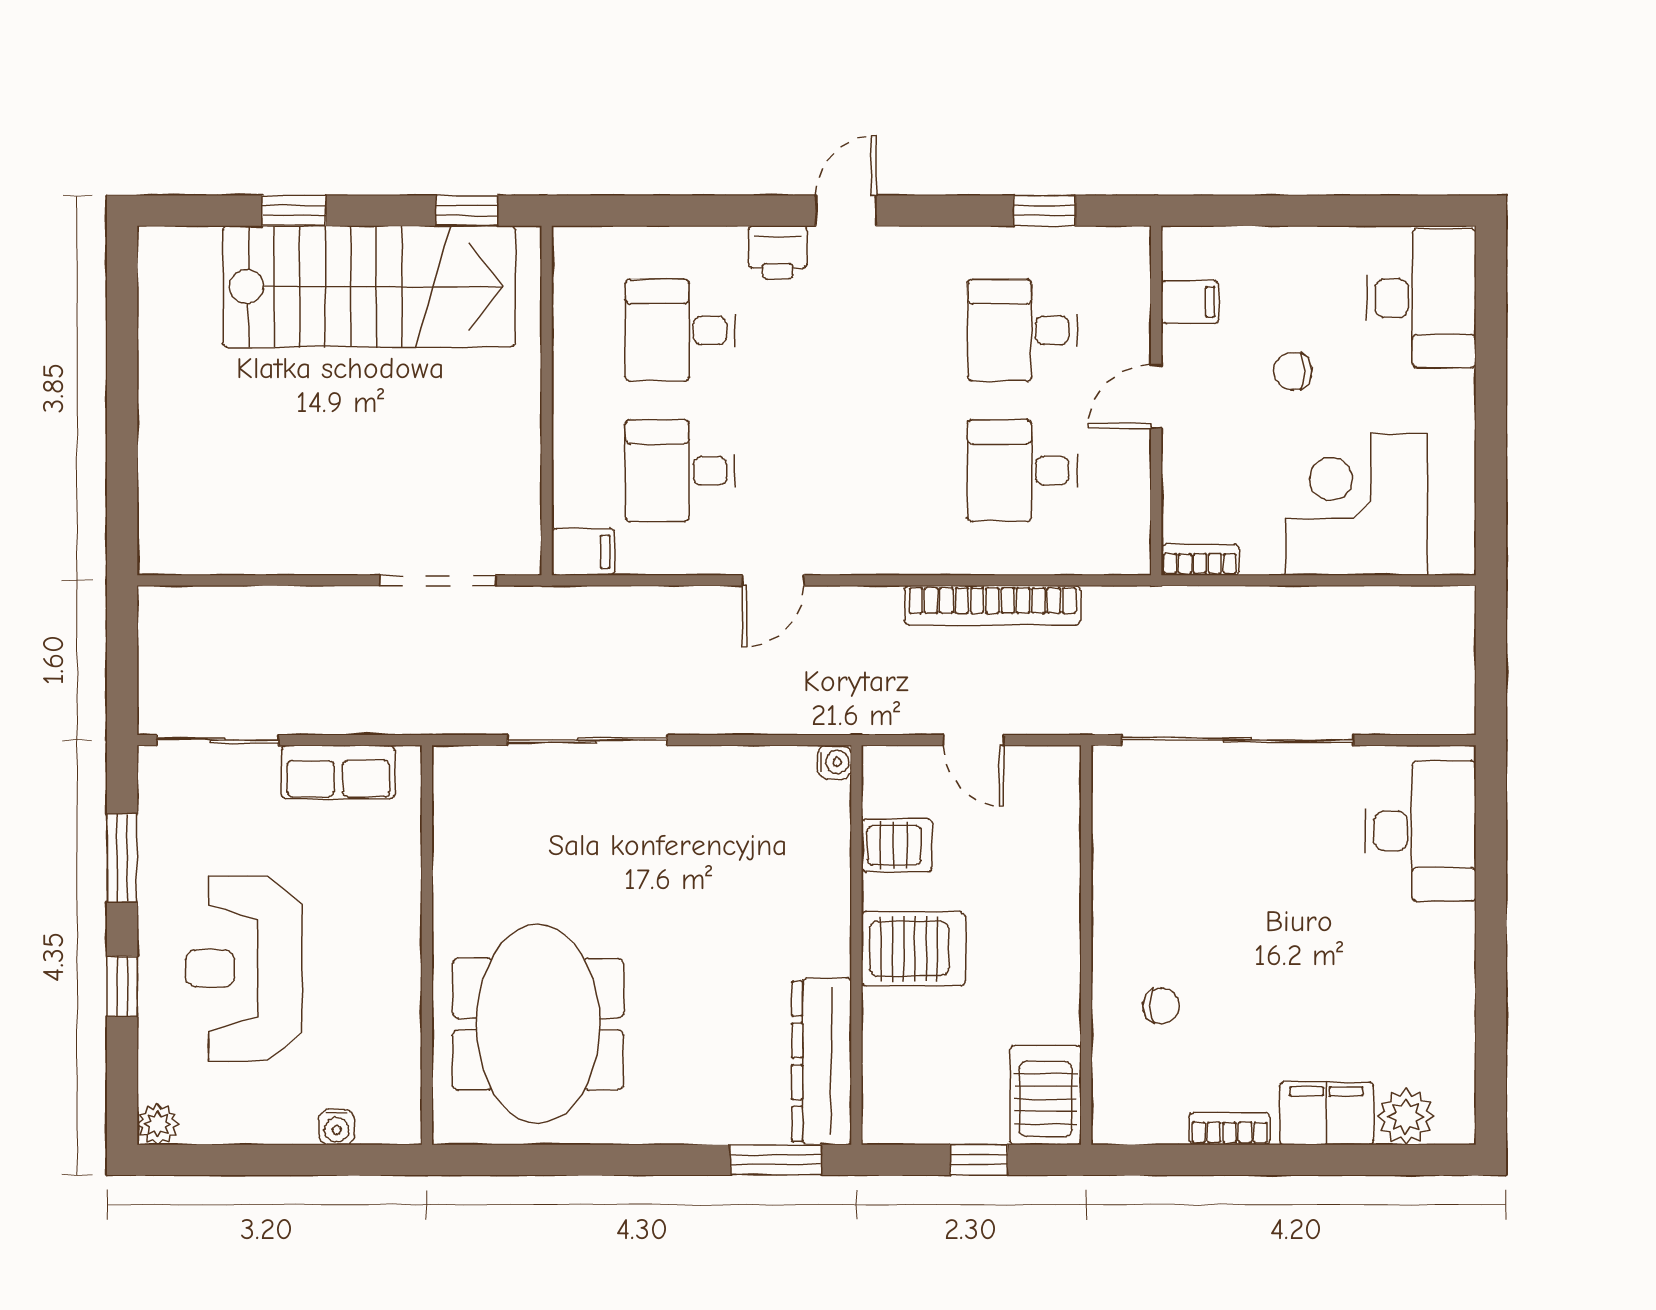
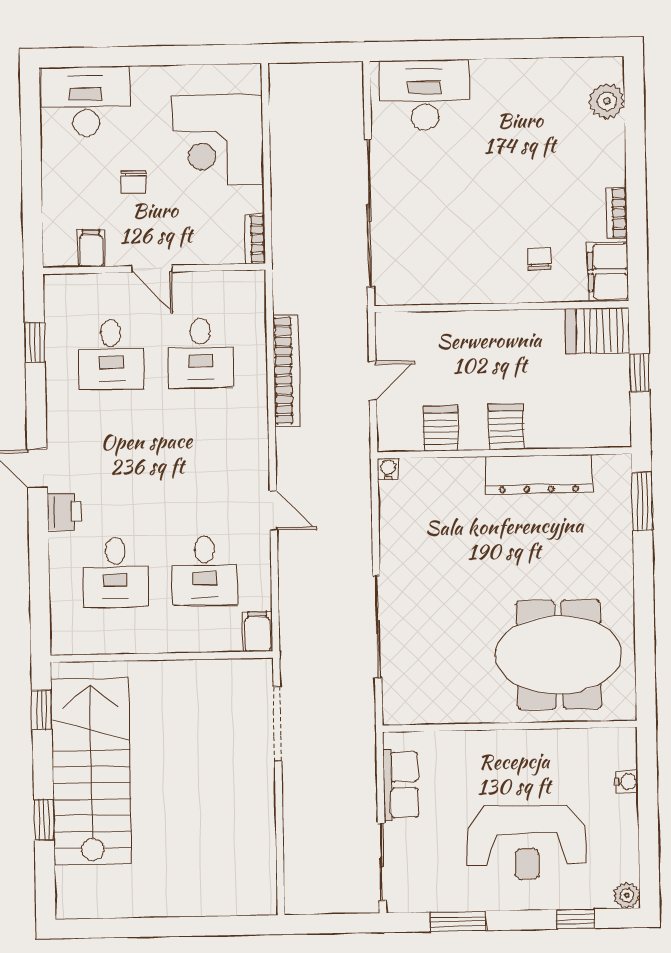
server rack: (913, 949) -> (506, 427), width x0.73, depth x0.70
window: (122, 986) -> (576, 919), moved
dresser: (822, 1061) -> (539, 474), moved
filing cabinet: (1326, 1113) -> (608, 271), moved

